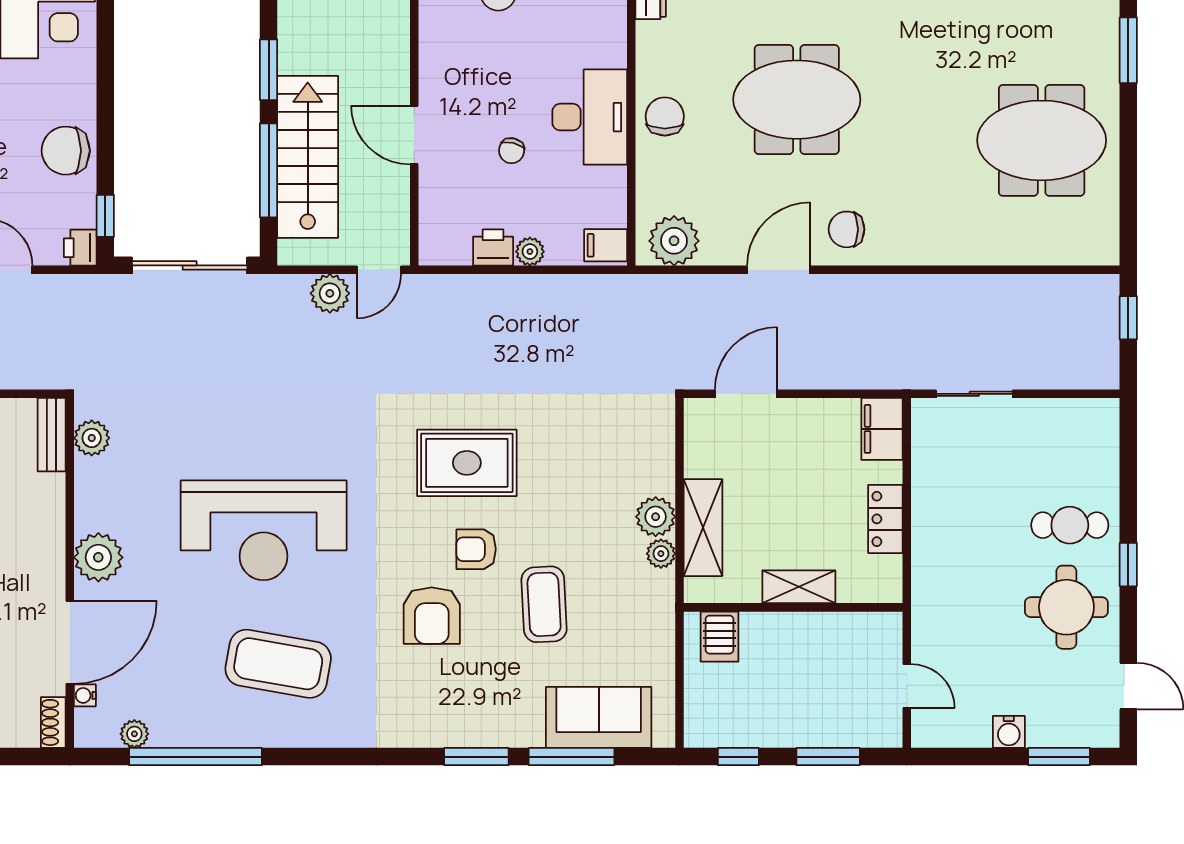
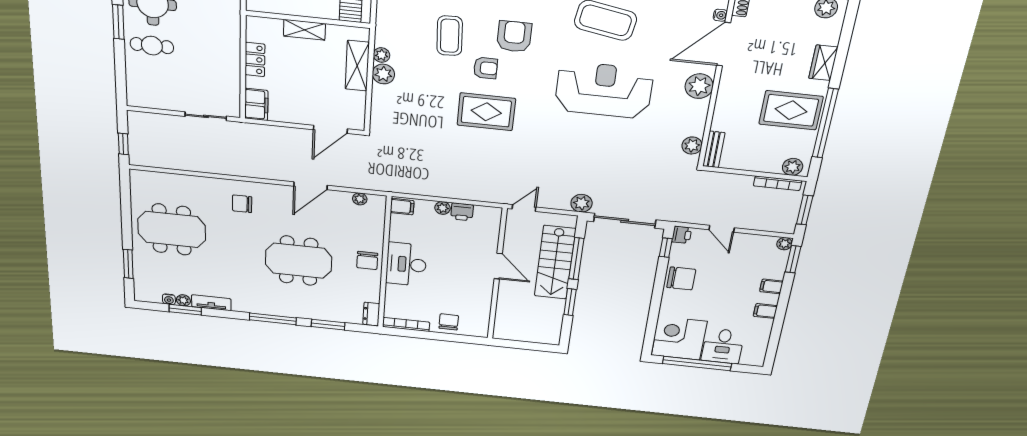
chair: (512, 151) -> (448, 254), removed
chair: (847, 229) -> (242, 204), moved, turned 180
plant: (674, 241) -> (360, 199), width x0.53, depth x0.53
plant: (330, 293) -> (582, 203), moved
window: (1128, 565) -> (118, 22), width x1.50

